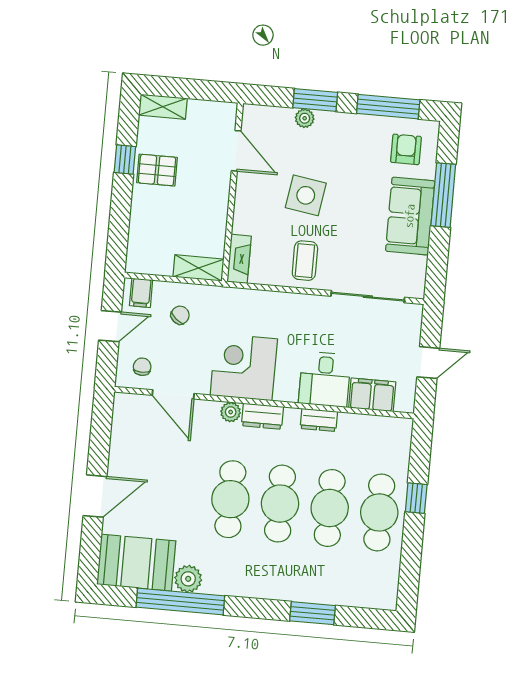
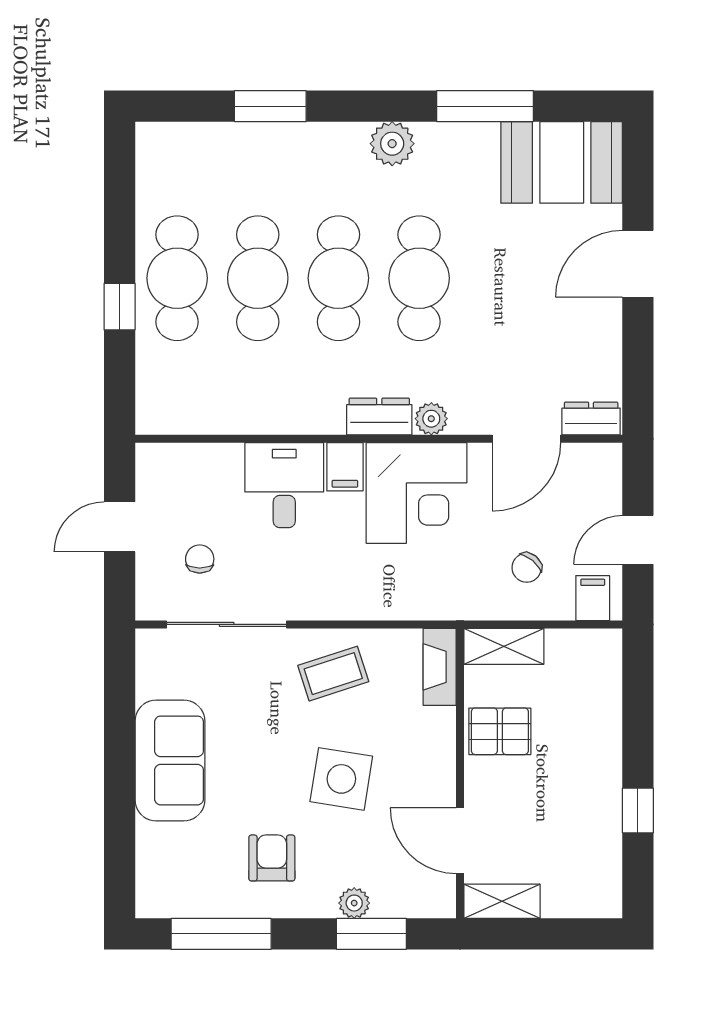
window: (315, 100) -> (371, 934), moved
shelving: (163, 107) -> (502, 901), moved
armchair: (406, 149) -> (272, 858), moved, turned 180
pallet: (157, 170) -> (500, 731), moved
window: (443, 195) -> (120, 799), removed
coffee table: (305, 261) -> (333, 674), turned 72
chair: (142, 367) -> (200, 559), moved, turned 180
door: (173, 394) -> (526, 439), swing flipped
filing cabinet: (372, 395) -> (345, 467), moved, width x0.50
dresser: (319, 420) -> (591, 419), moved
plant: (188, 579) -> (392, 144), moved
window: (180, 601) -> (485, 106), width x0.68

